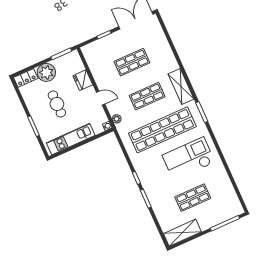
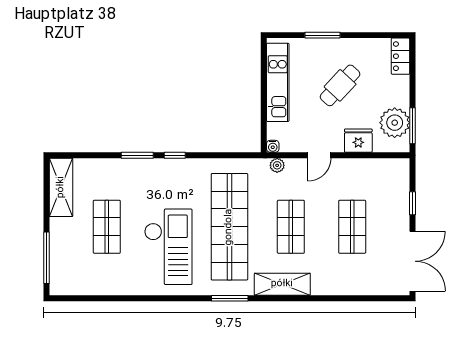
plant: (46, 72) -> (395, 123), moved
cafe table: (57, 104) -> (340, 85), turned -47

